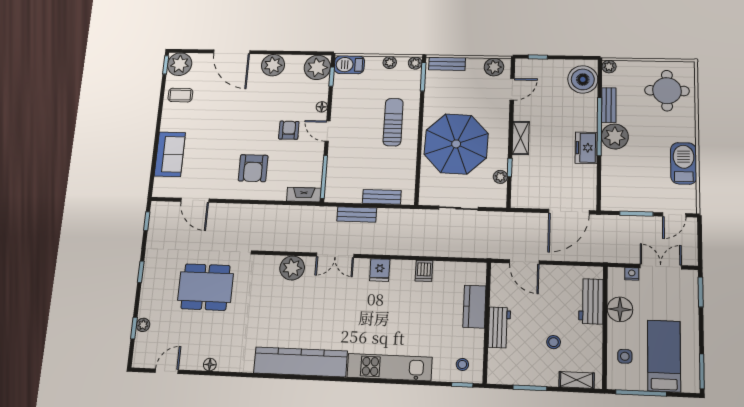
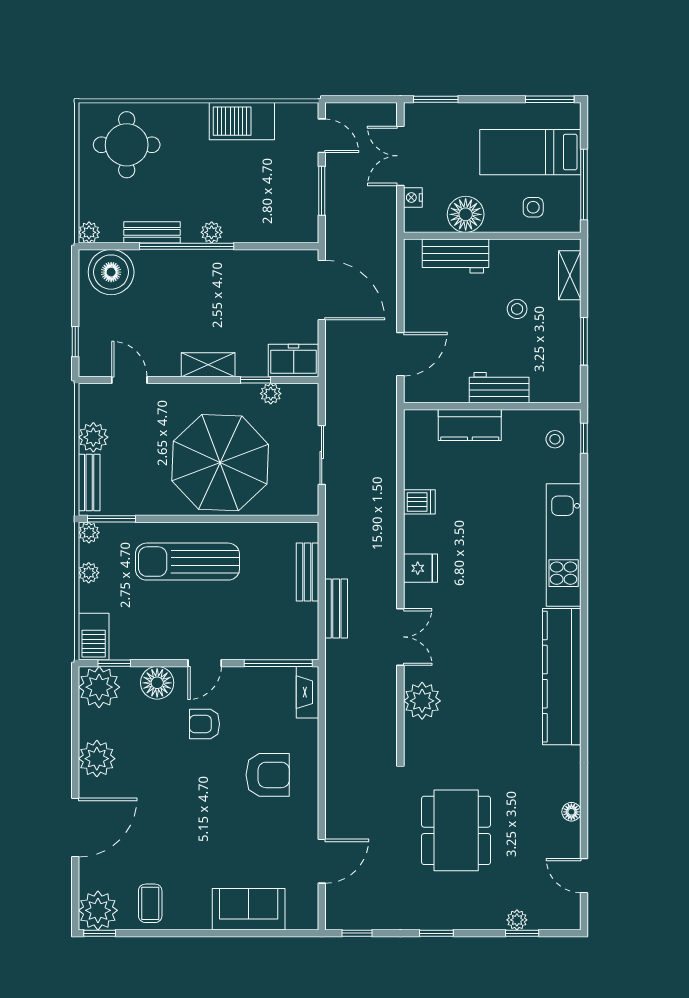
plant: (494, 67) -> (93, 437), moved
floor lamp: (322, 107) -> (157, 683), width x1.89, depth x1.89
sun lounger: (393, 122) -> (187, 562), width x1.36, depth x1.34
plant: (615, 137) -> (212, 232), width x0.53, depth x0.53
freezer: (586, 148) -> (294, 360), moved, turned 180

